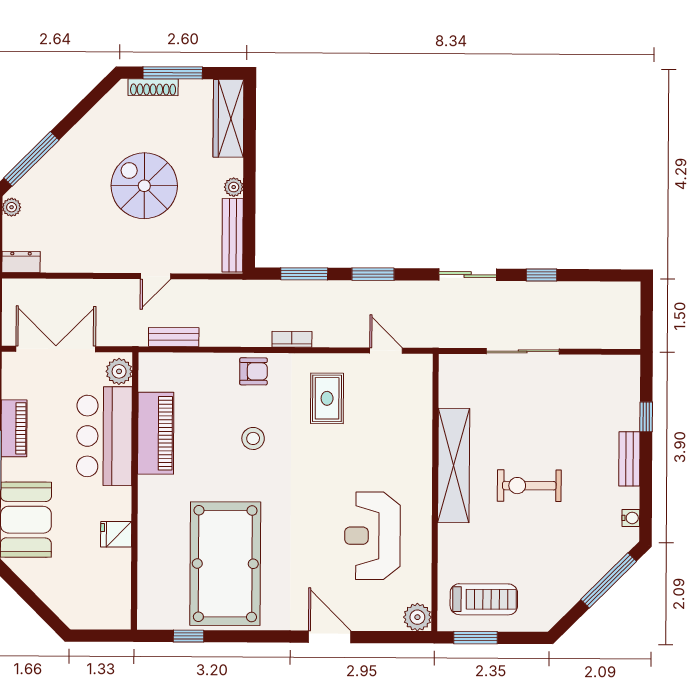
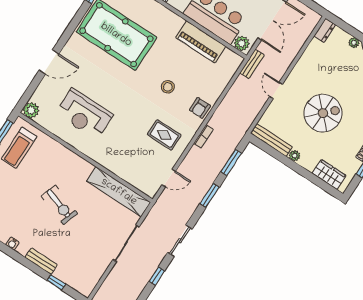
wardrobe: (228, 118) -> (329, 174), width x0.67
bench: (174, 337) -> (252, 64), moved
shelving: (454, 465) -> (119, 192), moved
exercise bike: (529, 486) -> (60, 205), turned 109
reception desk: (372, 536) -> (84, 114), turned 180

